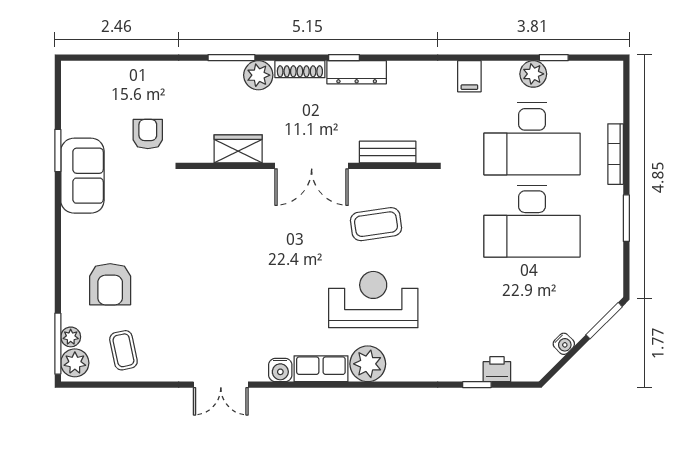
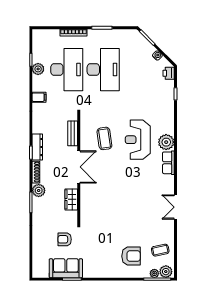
sofa: (82, 176) -> (66, 268), moved
printer: (497, 369) -> (169, 73), moved
water cooler: (280, 370) -> (169, 181), removed
double door: (221, 385) -> (175, 207), swing flipped

